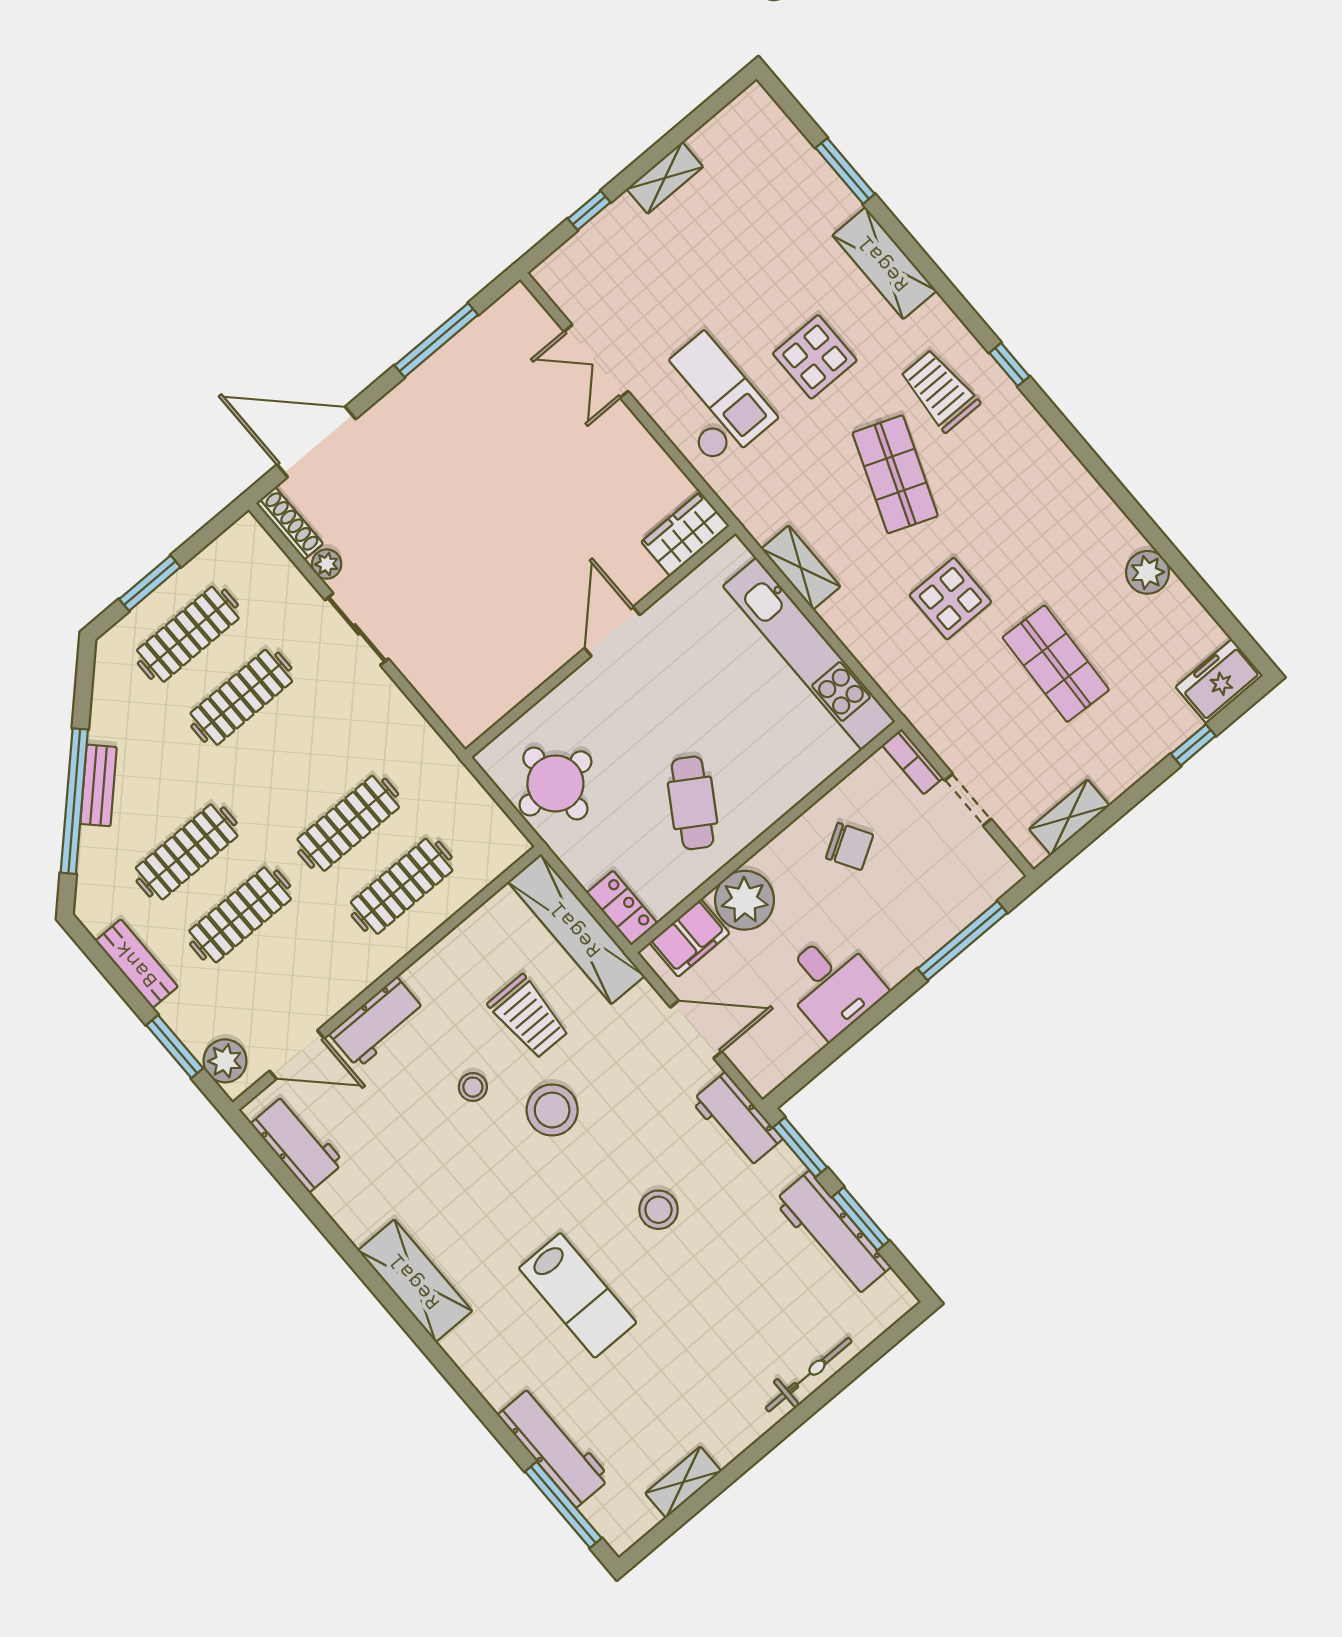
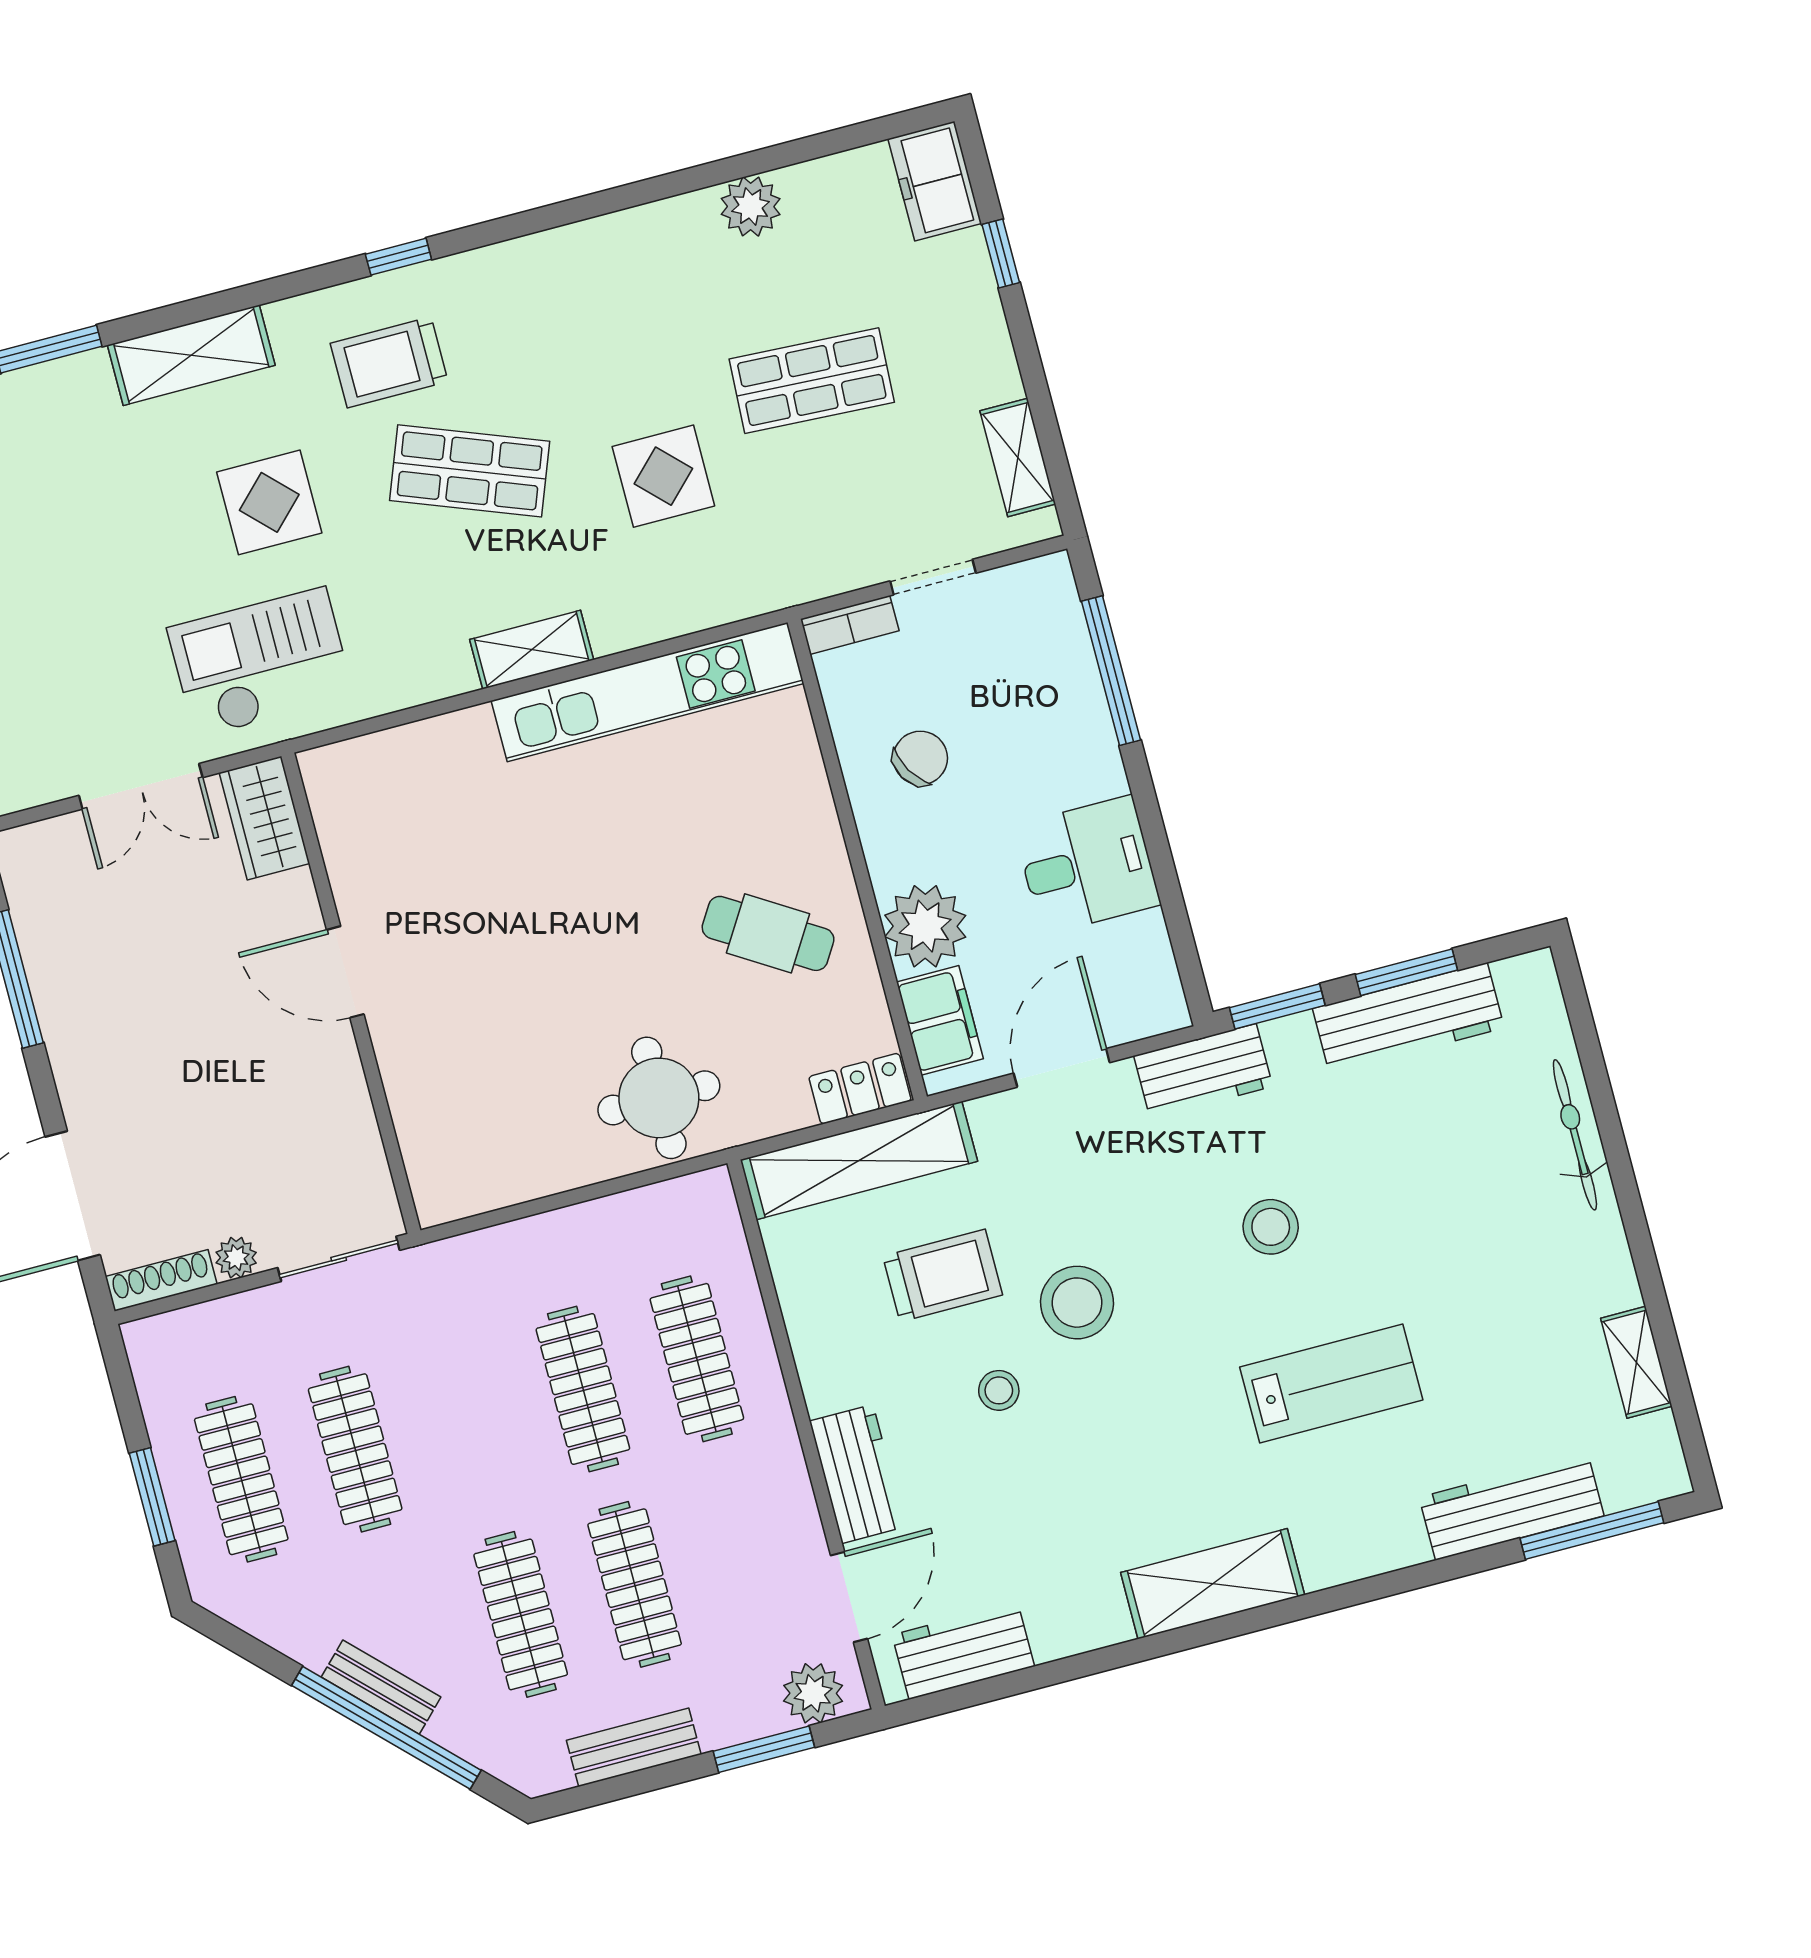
wardrobe: (685, 534) -> (264, 818), moved
door: (612, 632) -> (345, 972), moved
wall: (600, 642) -> (351, 993), moved

